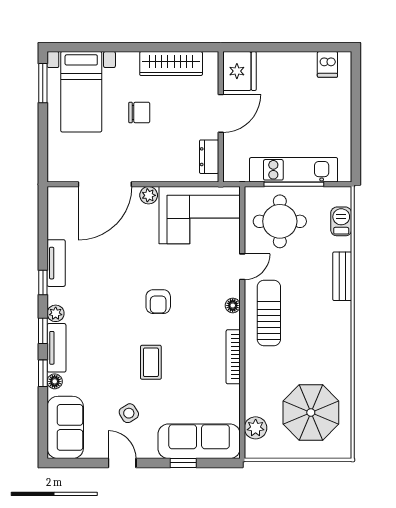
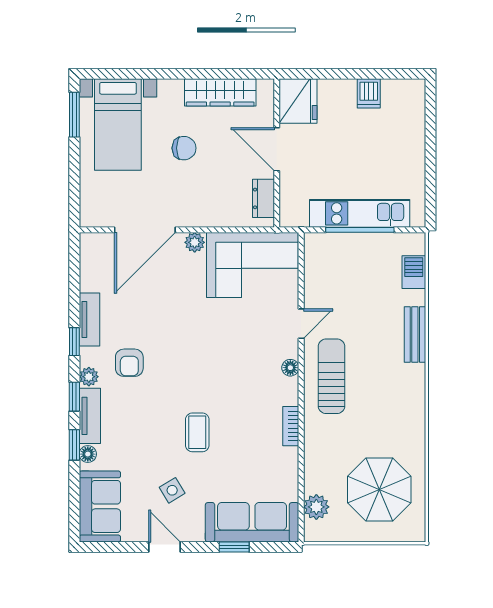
dishwasher: (327, 64) -> (369, 93), moved
door: (221, 113) -> (277, 149), swing flipped
round table: (280, 221) -> (344, 272), removed
armchair: (158, 302) -> (129, 363), moved
bookcase: (233, 357) -> (291, 426), width x0.64

